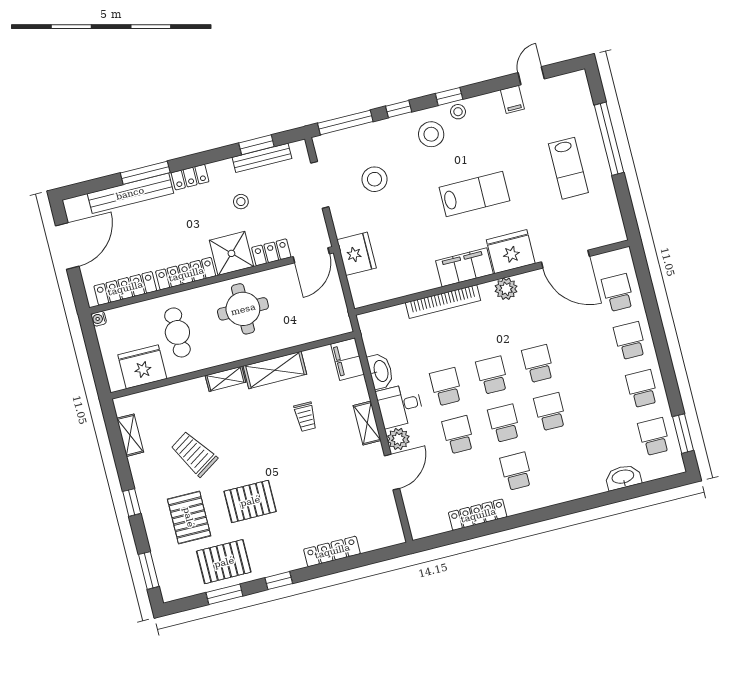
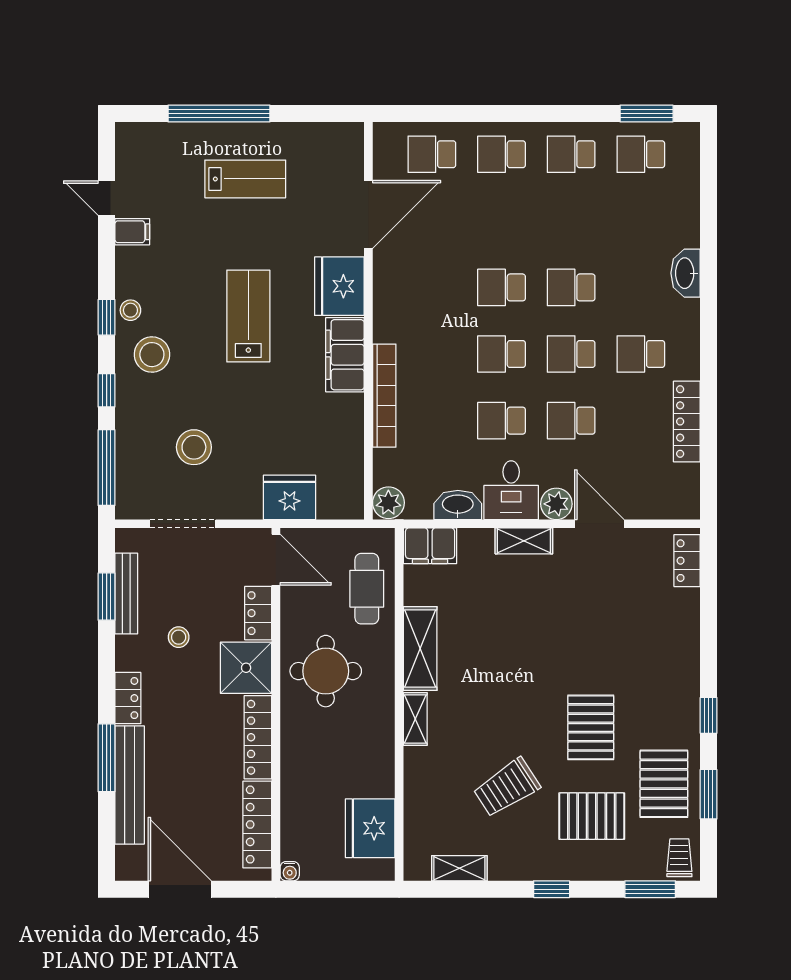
plant: (506, 289) -> (388, 503), moved
cafe table: (177, 332) -> (367, 589), moved, turned 90
trolley: (305, 417) -> (679, 858), moved, turned -90
washbasin: (623, 477) -> (686, 273), moved
locker: (332, 551) -> (687, 561), moved, width x0.66

